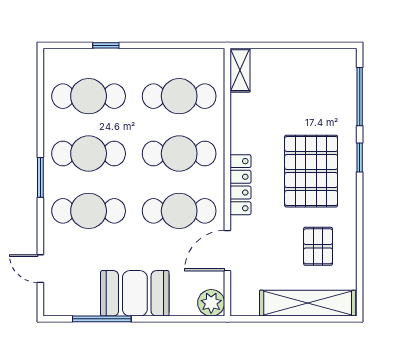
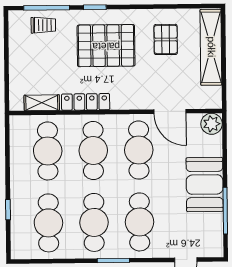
shelving: (240, 70) -> (42, 103), moved
trolley: (338, 92) -> (43, 25), added
locker: (240, 185) -> (86, 102), moved
pallet: (318, 246) -> (166, 39), turned 90

